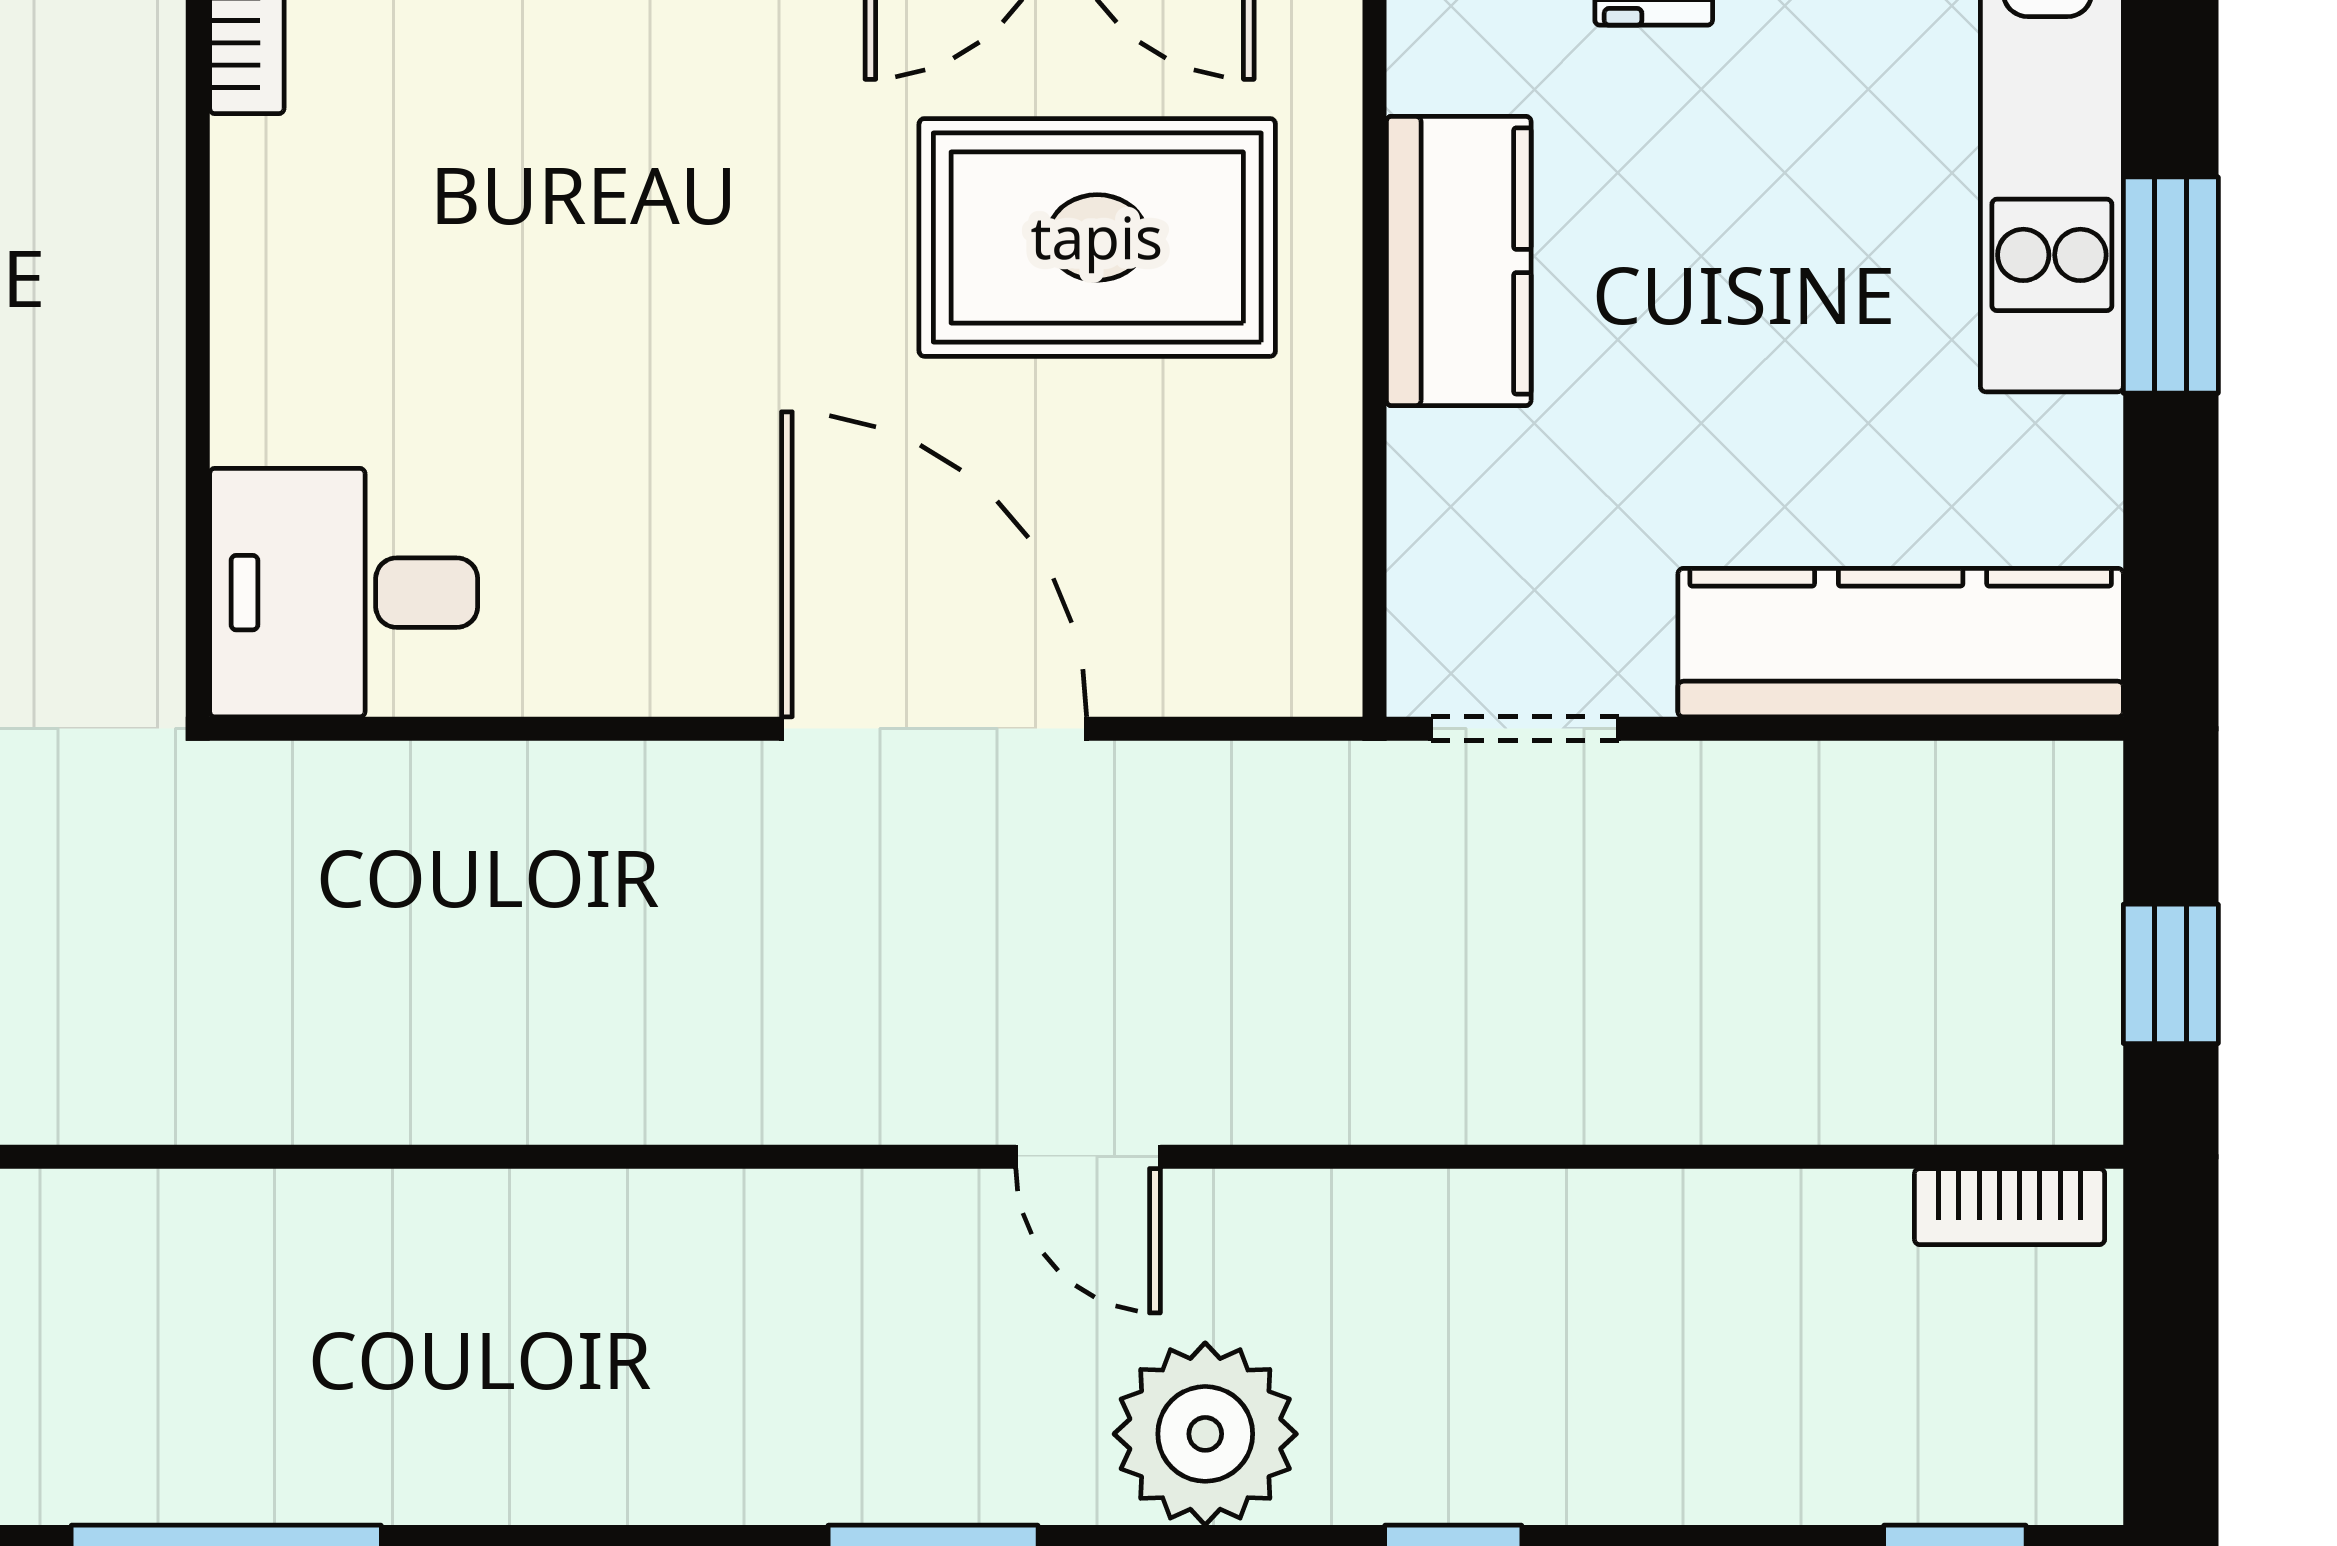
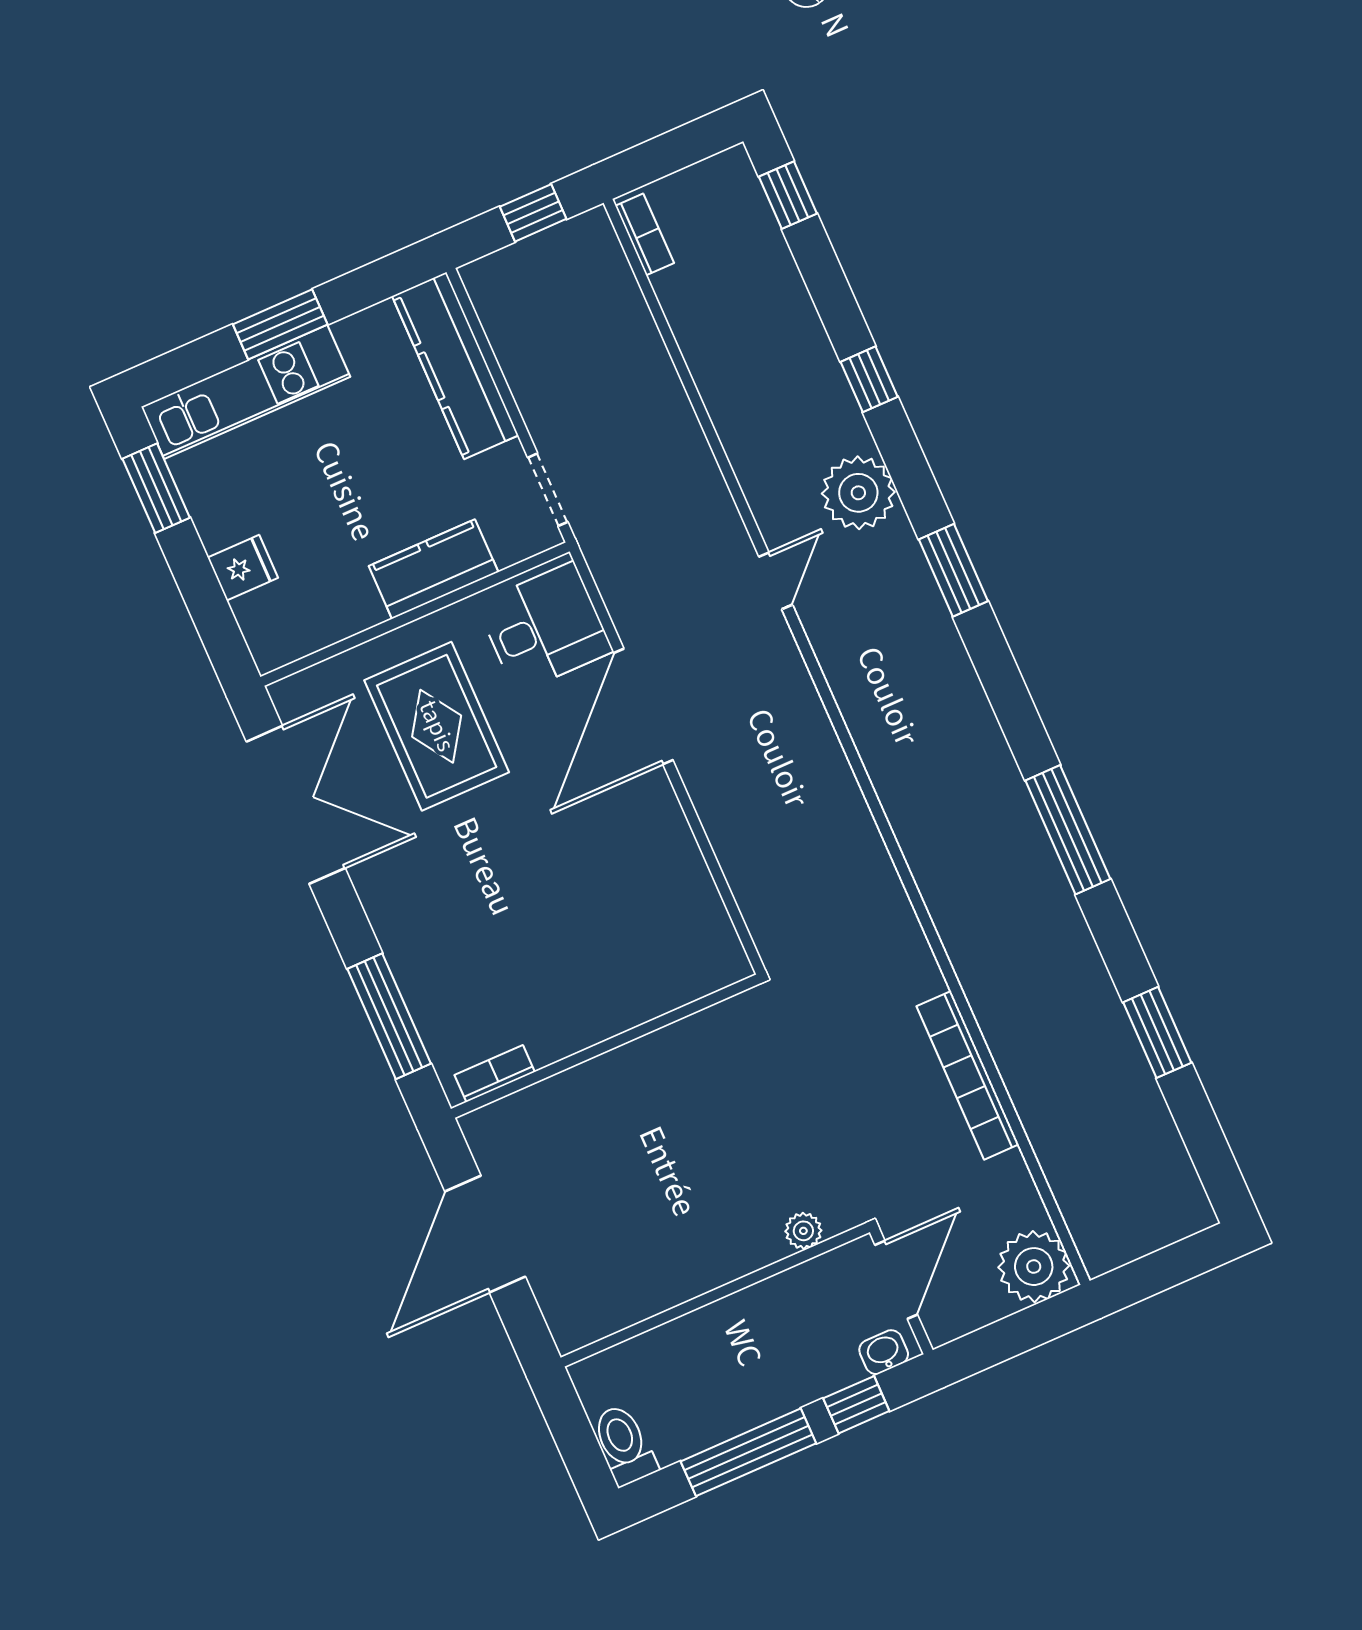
kitchen counter: (1459, 261) -> (434, 569), moved
desk: (344, 593) -> (545, 628), moved, turned -90

